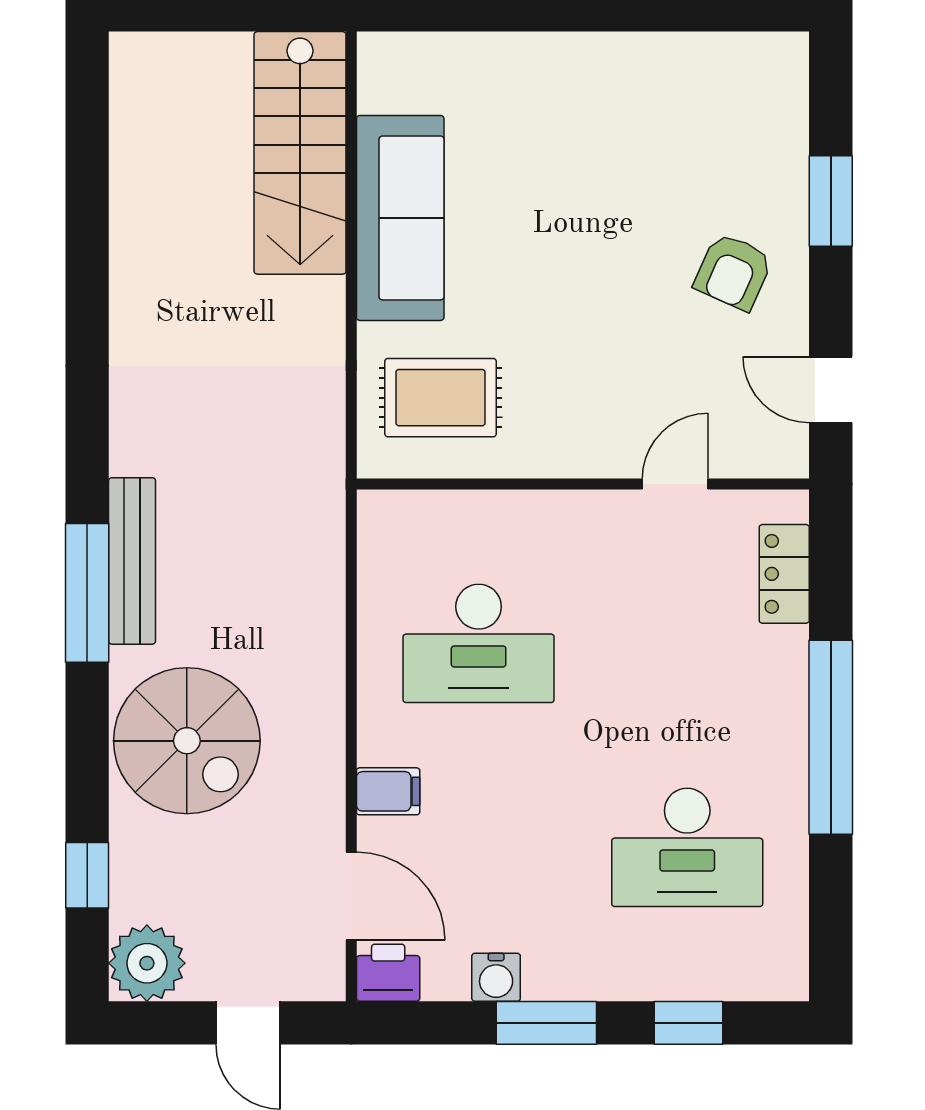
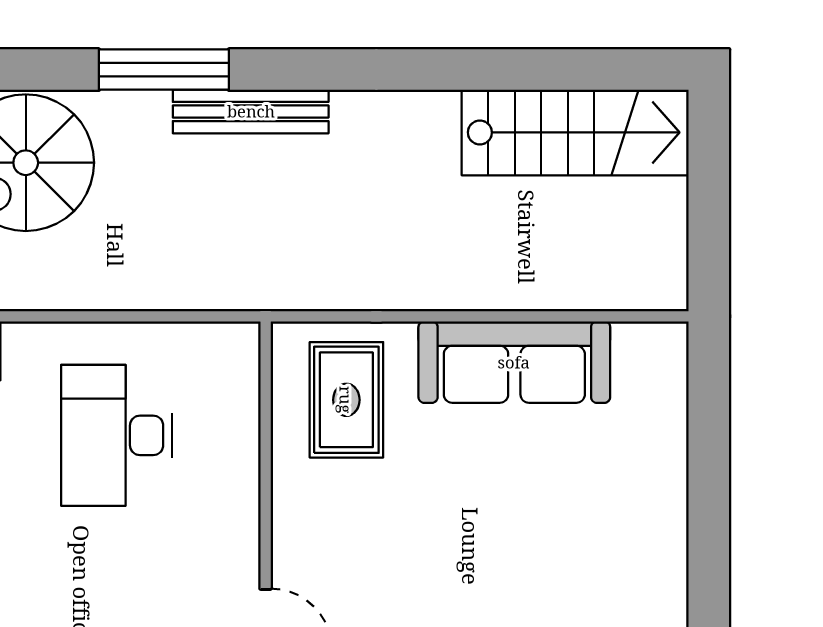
stairs: (300, 153) -> (575, 132), moved, turned 180
bench: (132, 561) -> (251, 111), moved

